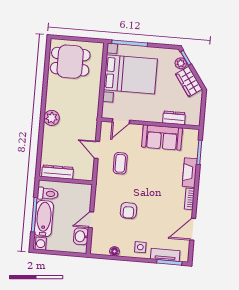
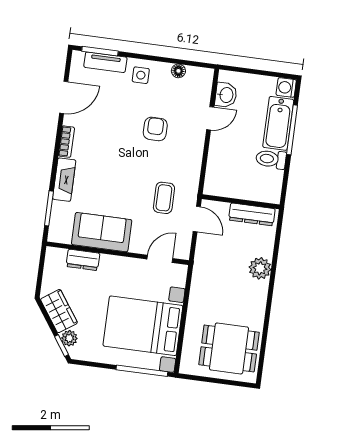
dresser: (58, 172) -> (252, 214), moved
wall: (66, 180) -> (241, 202), moved

